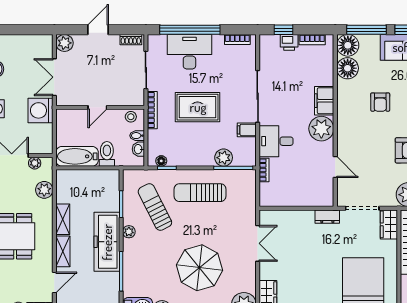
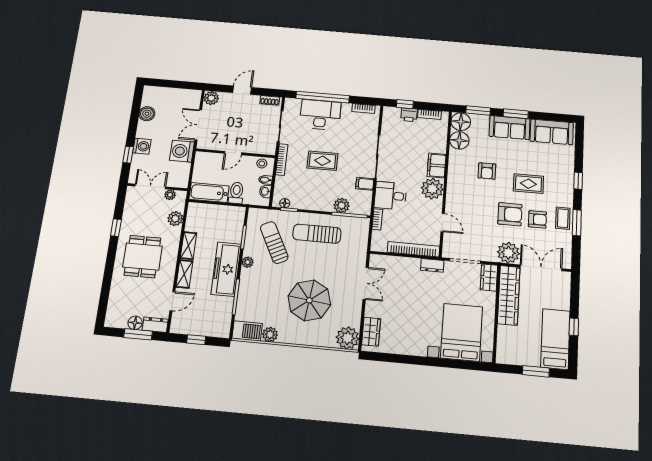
window: (366, 30) -> (478, 110), width x0.69
rug: (198, 107) -> (322, 161), width x0.73, depth x0.70
bookcase: (306, 200) -> (413, 249), added

